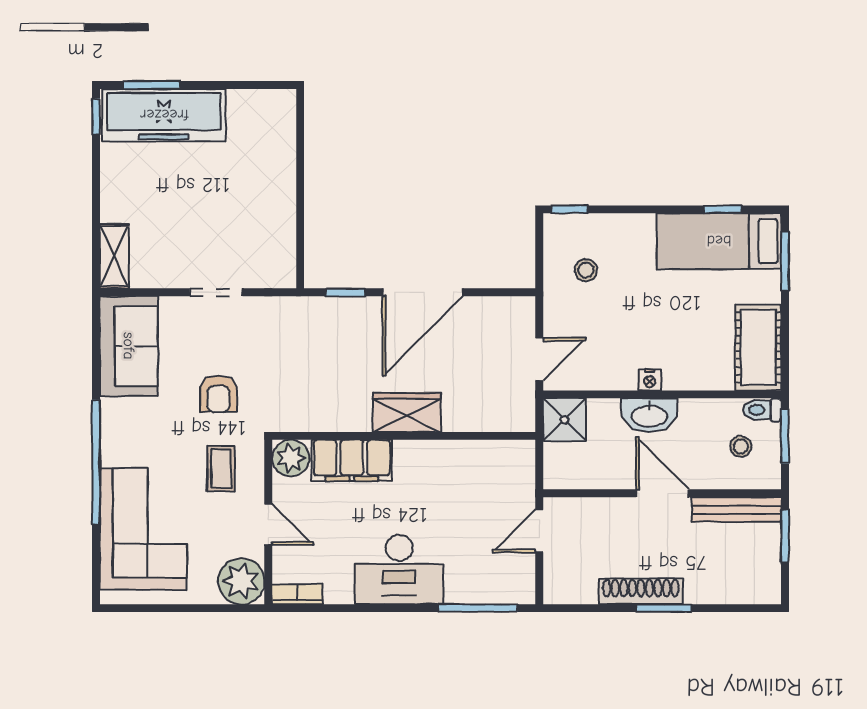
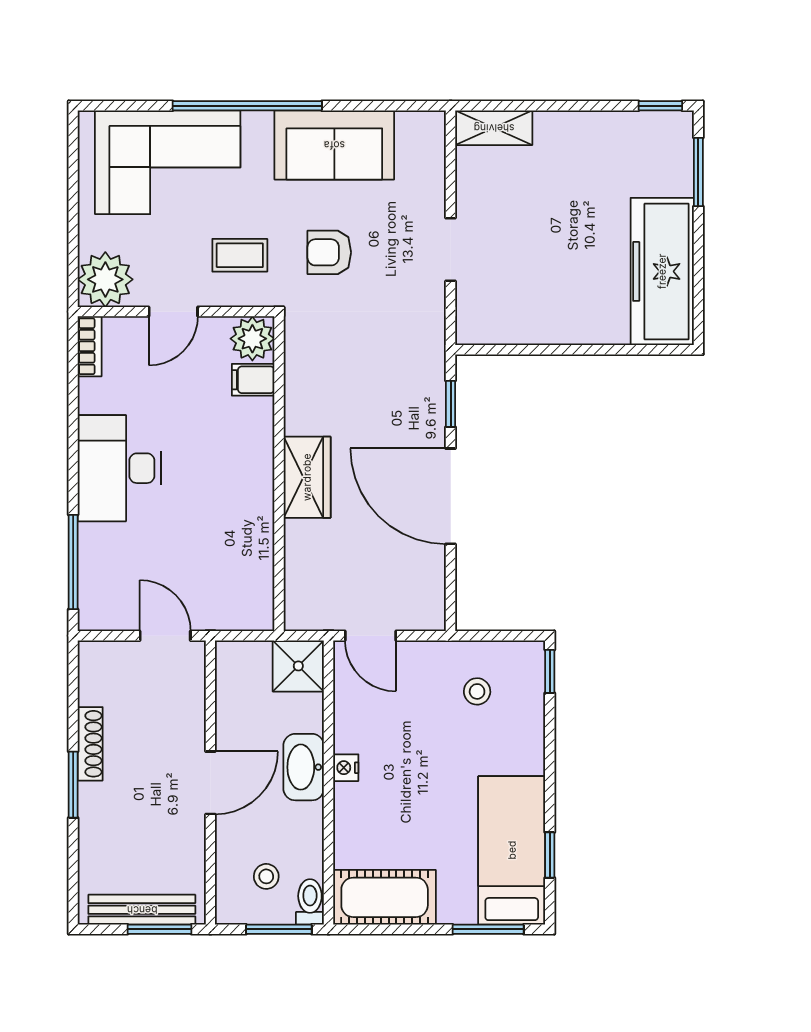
freezer: (164, 115) -> (662, 271), moved
sofa: (129, 346) -> (334, 145), moved
filing cabinet: (352, 460) -> (253, 380), width x0.33, depth x0.86
bench: (736, 510) -> (142, 910), moved, turned 90
shoe rack: (641, 591) -> (90, 744), width x0.74, depth x0.81

